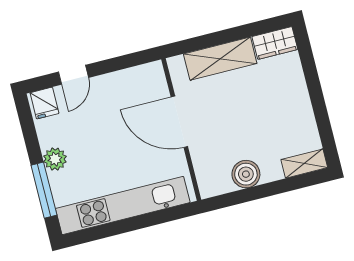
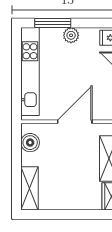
shelving: (304, 164) -> (30, 188), width x1.50, depth x1.33
boiler: (246, 174) -> (30, 143), moved

